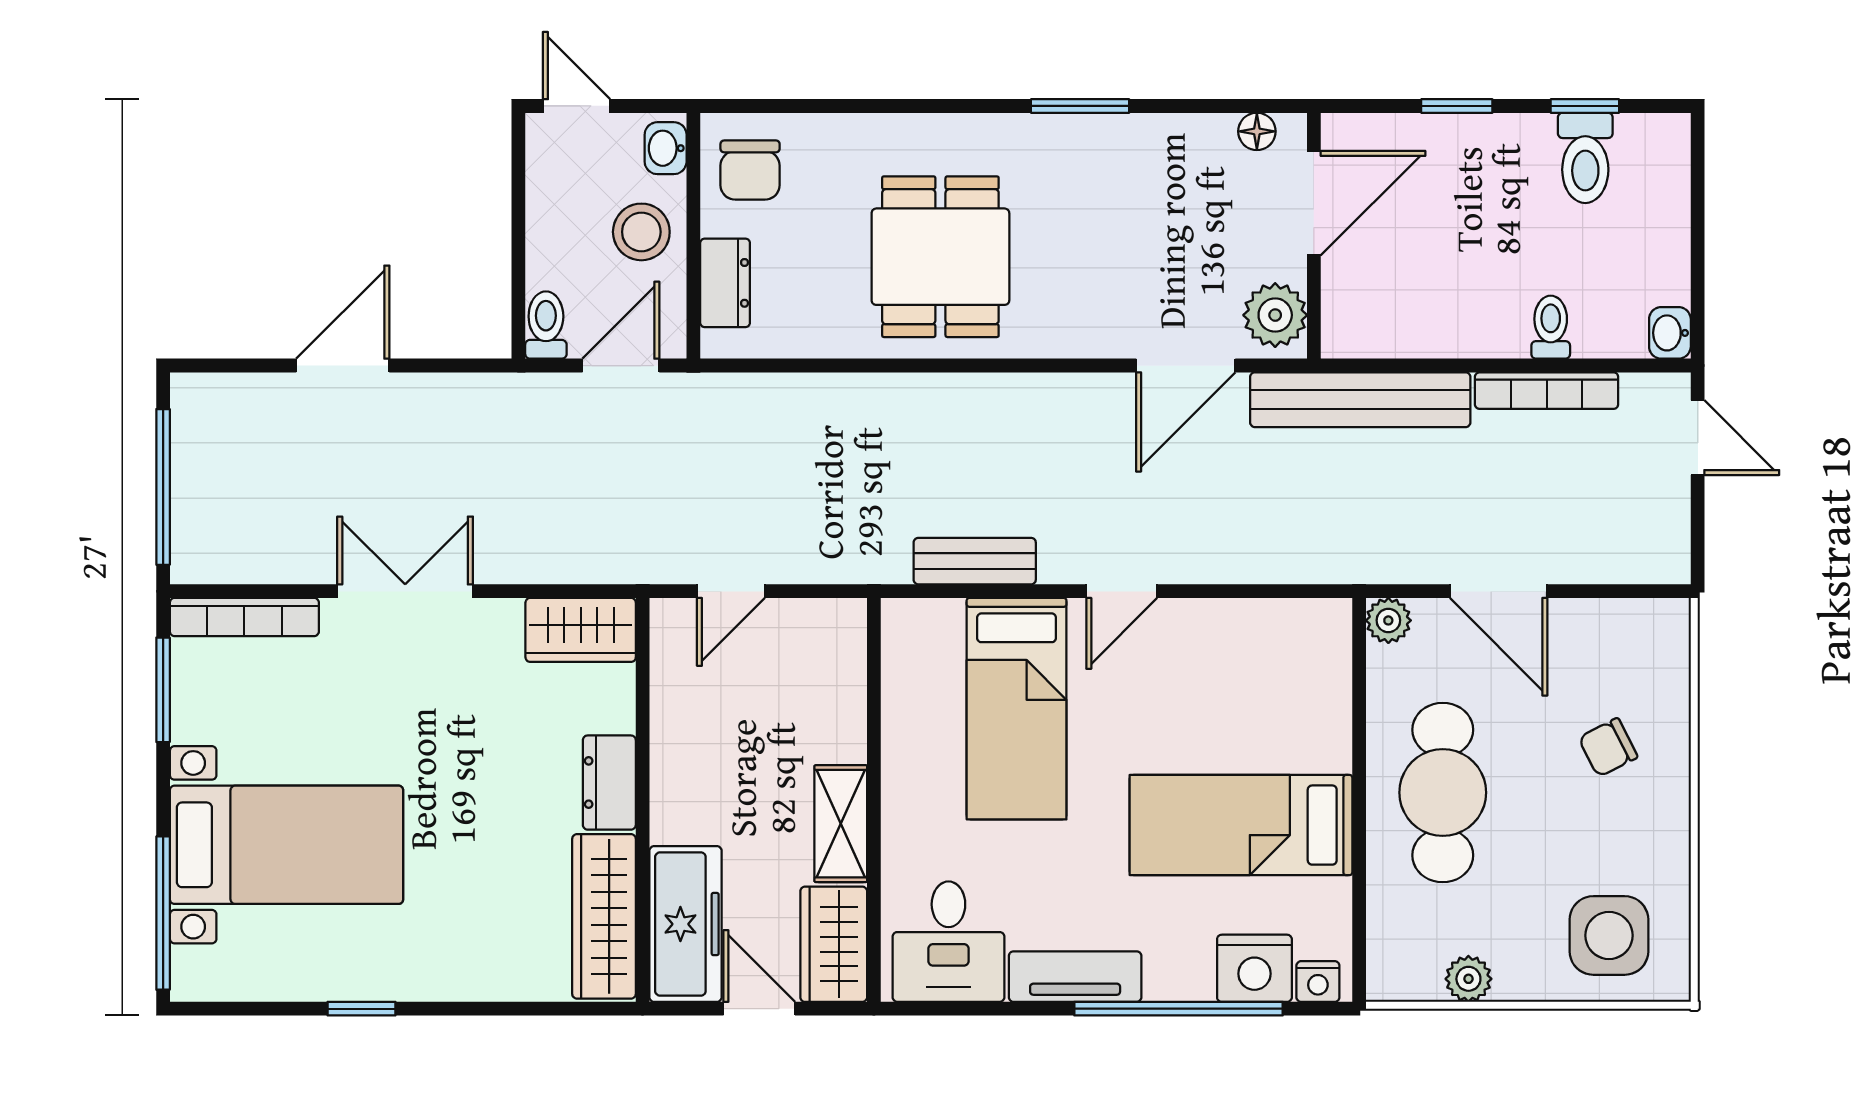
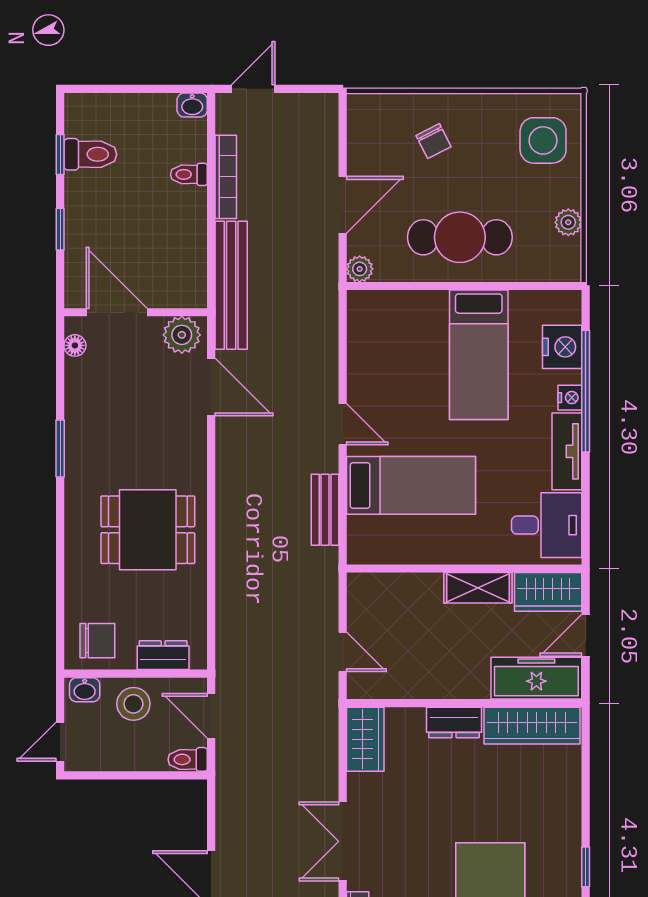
nightstand: (1318, 982) -> (570, 398), moved

